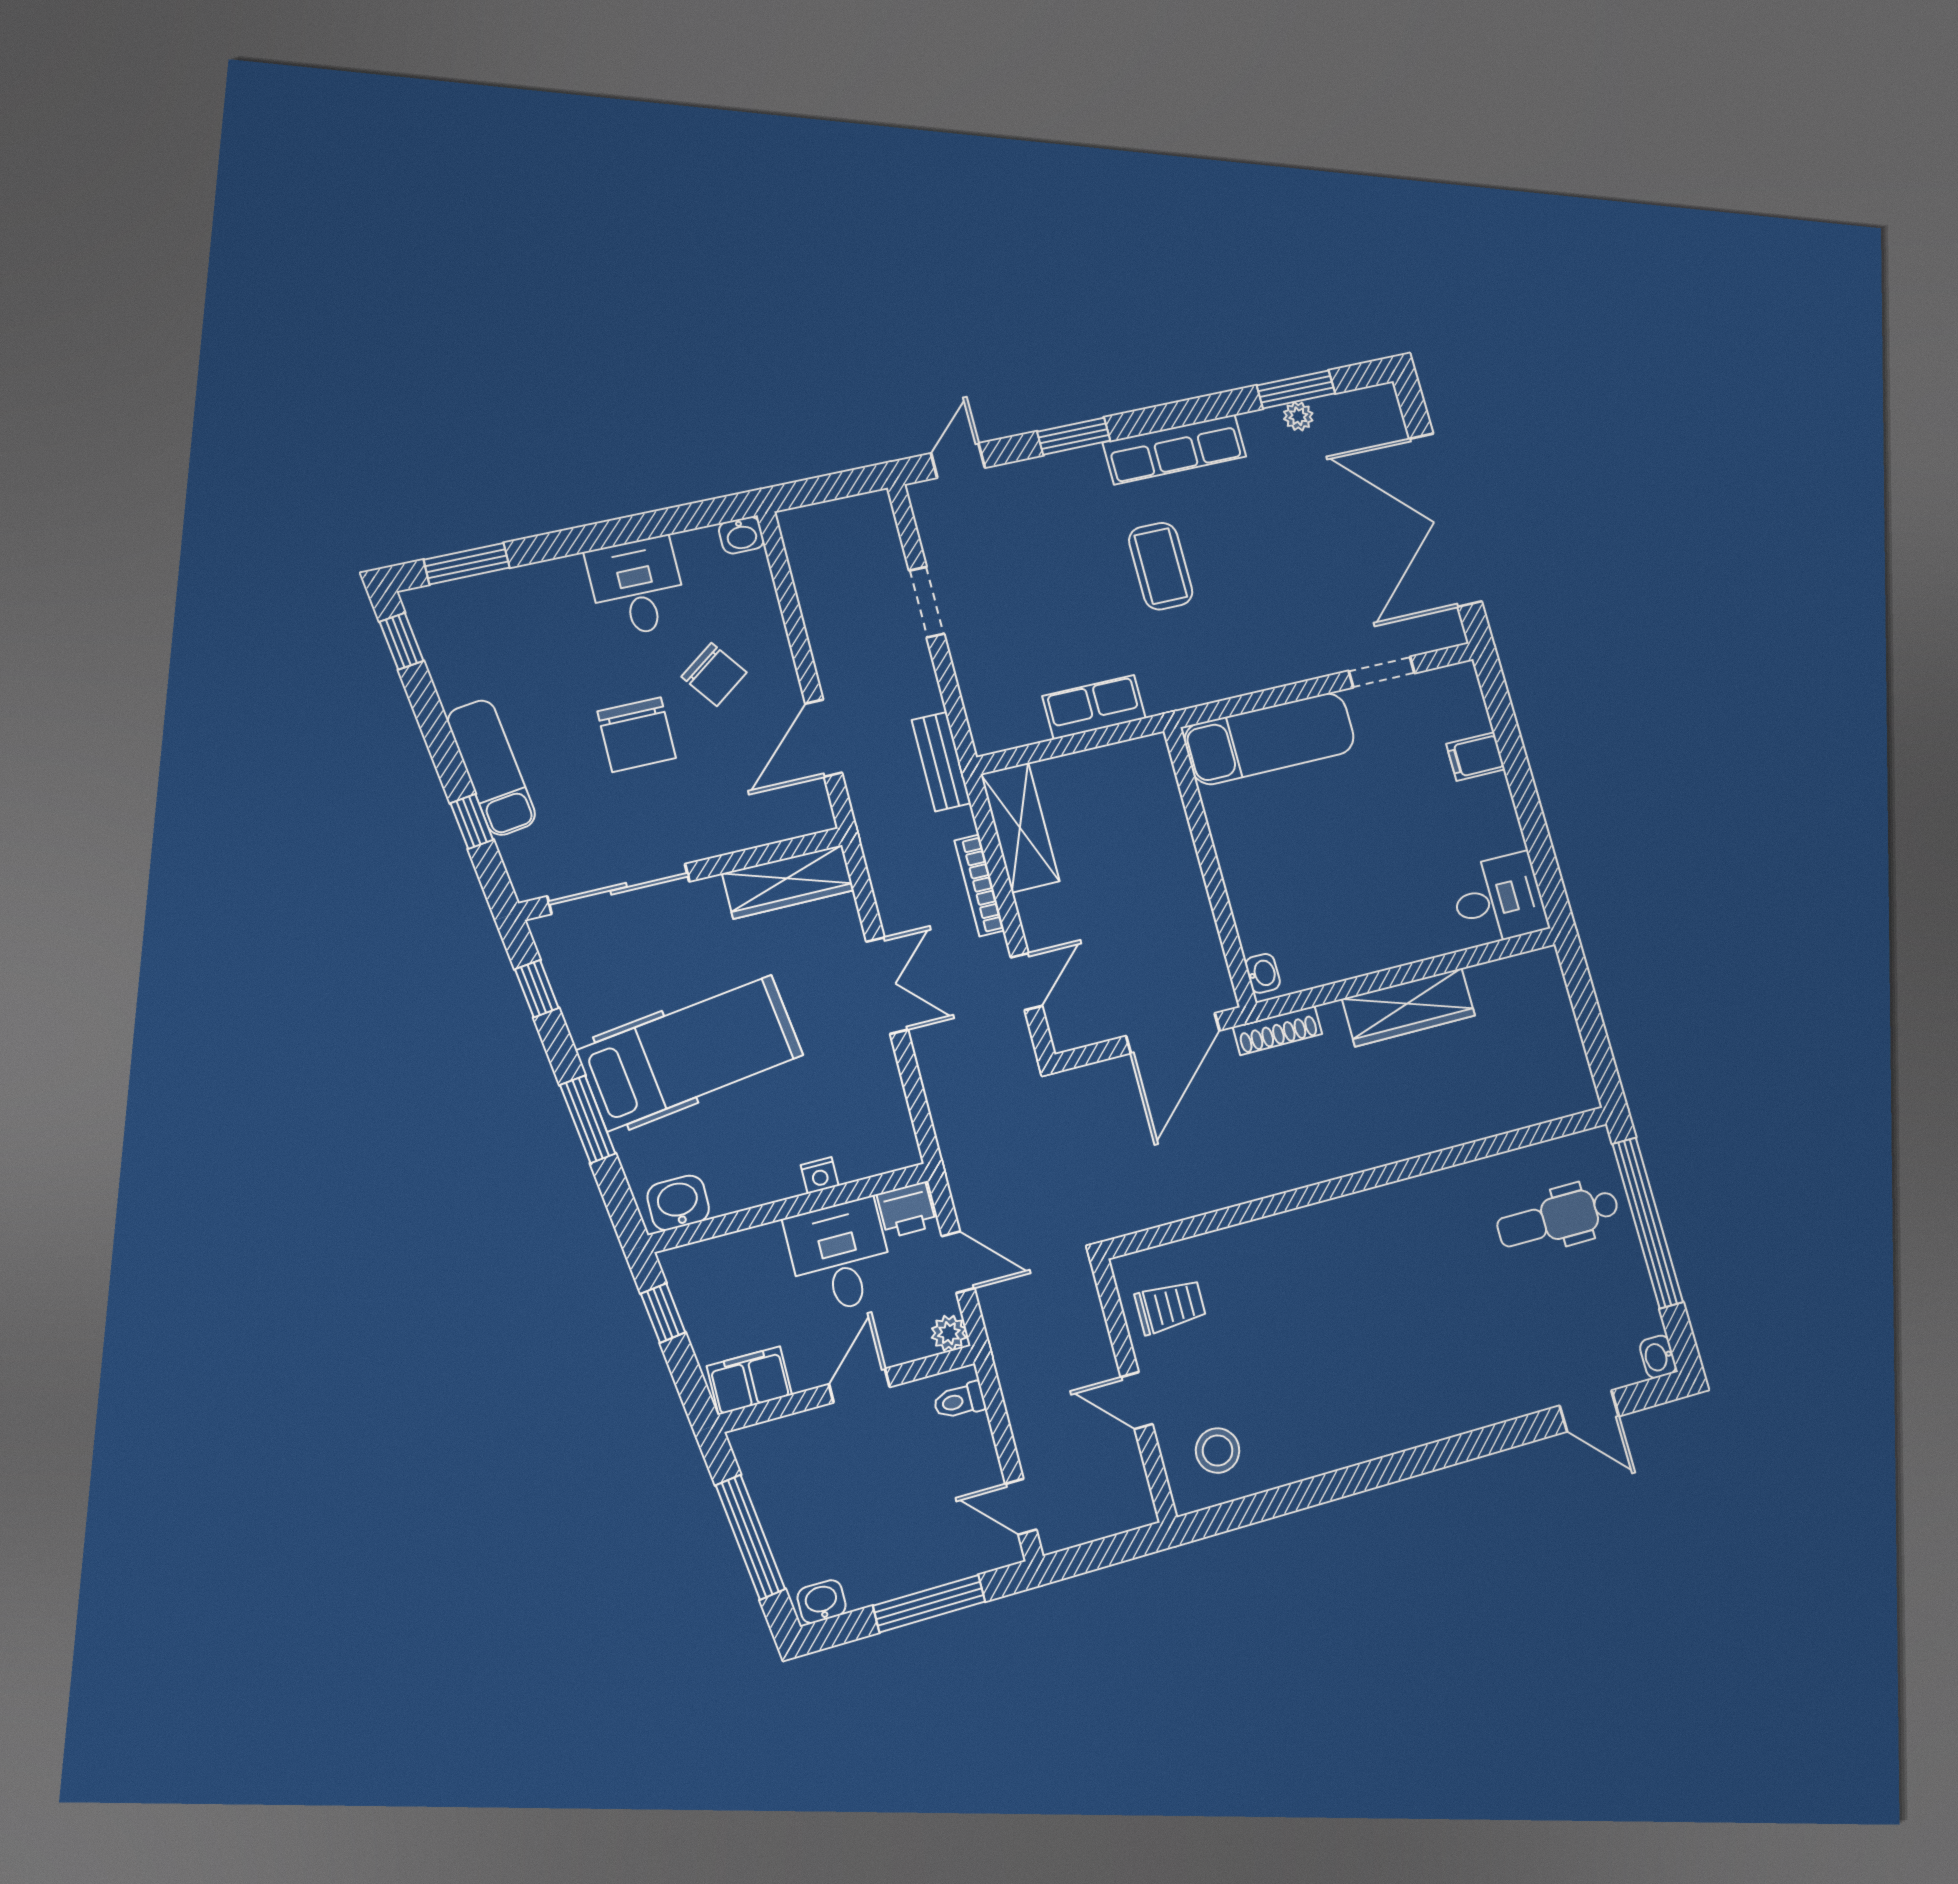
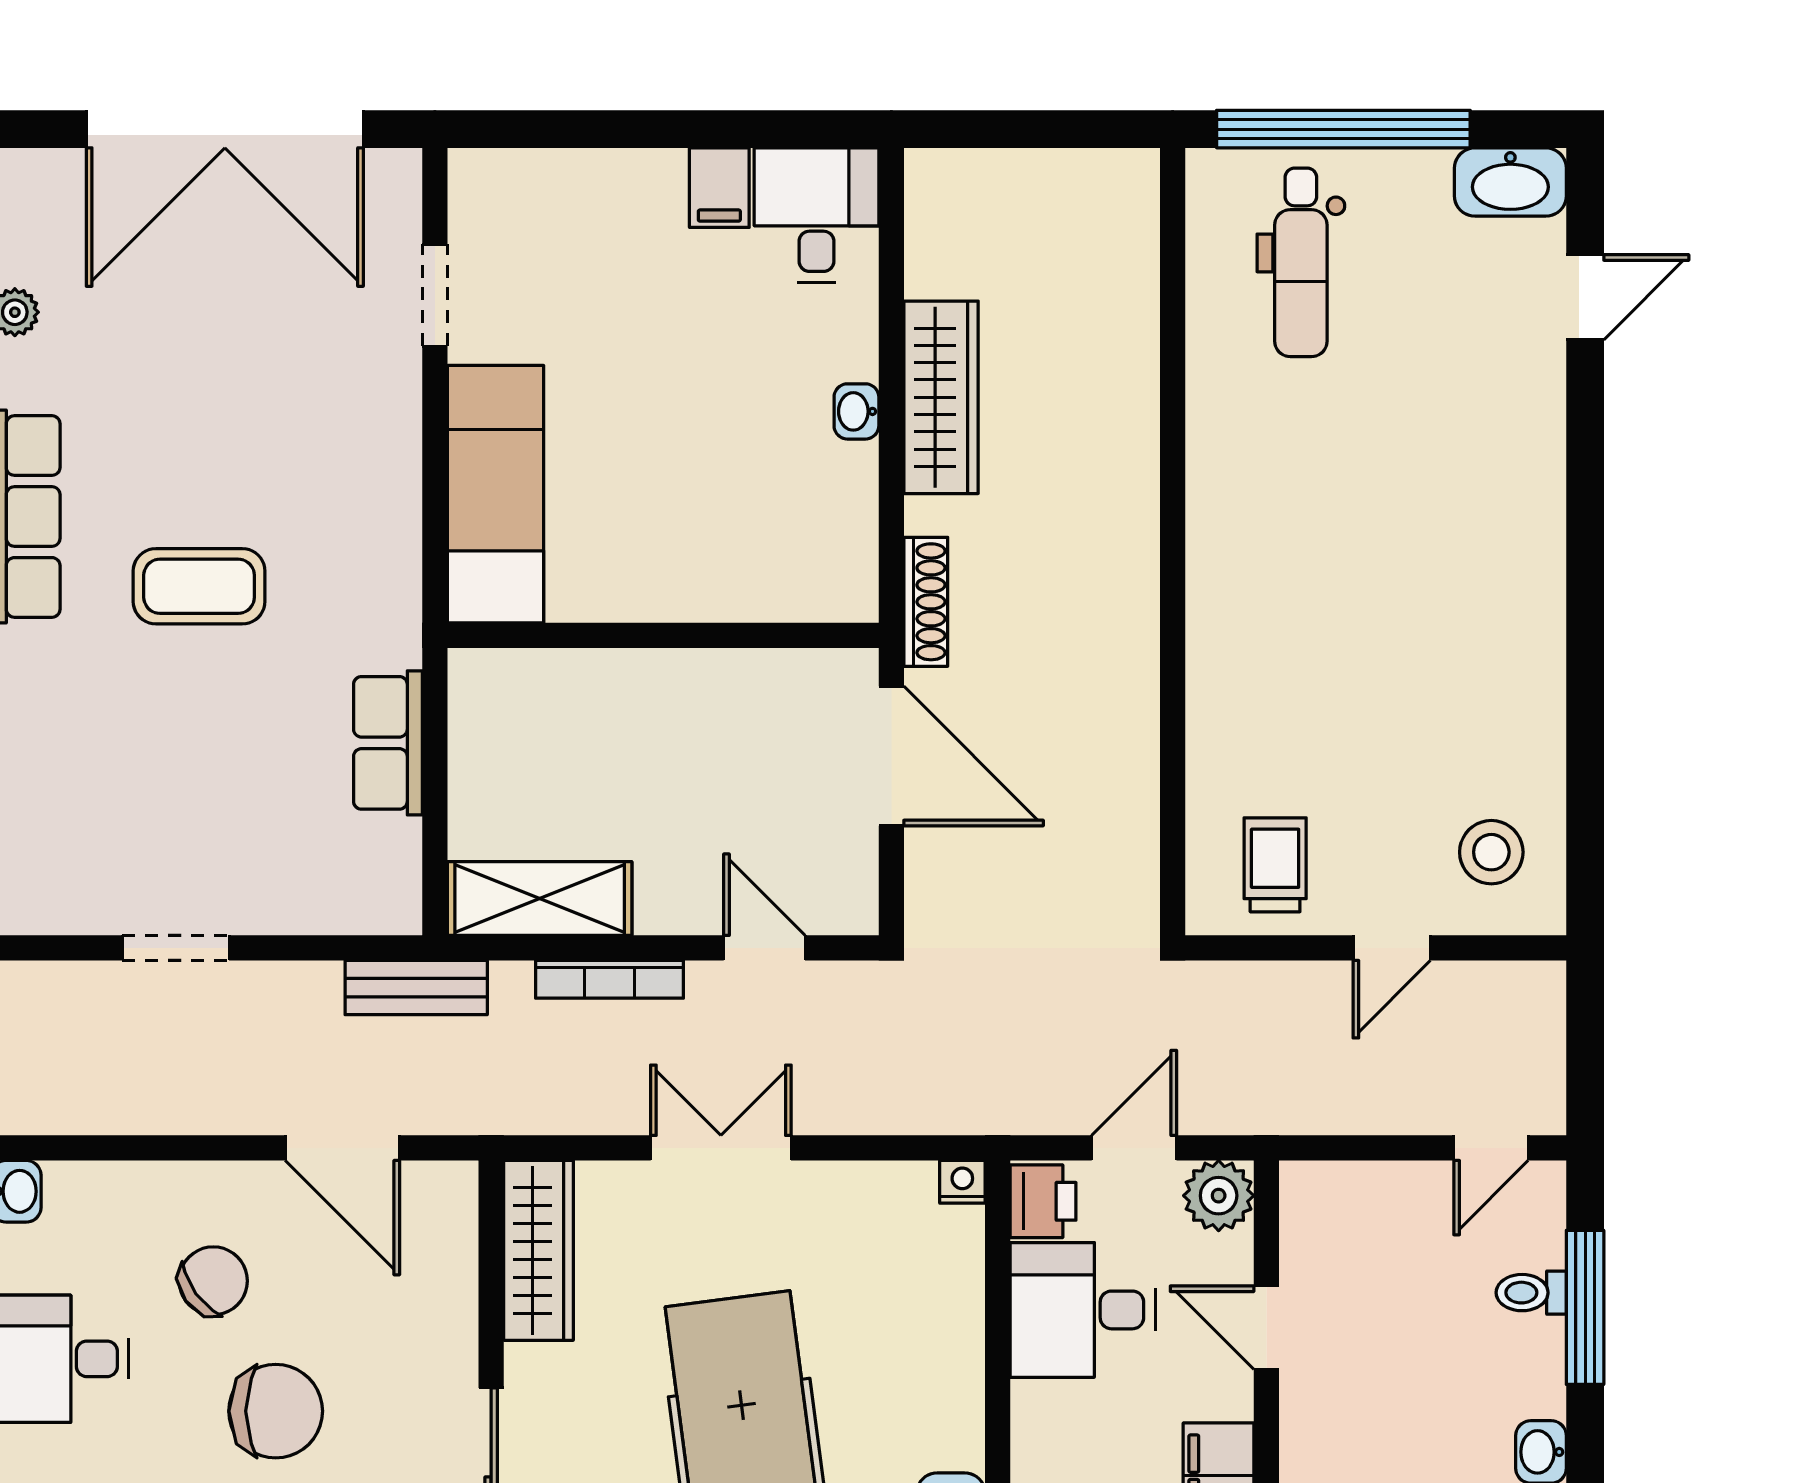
filing cabinet: (1476, 757) -> (719, 188), moved
washbasin: (1263, 973) -> (856, 411), moved, turned -90
nightstand: (820, 1175) -> (962, 1182), moved, turned -90
plant: (949, 1333) -> (1219, 1196), width x1.38, depth x1.38
washbasin: (1658, 1357) -> (1510, 182), width x1.91, depth x1.45
toilet: (959, 1401) -> (1531, 1293), moved, turned 90

